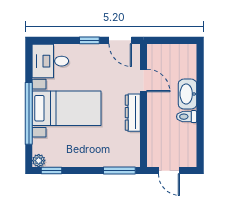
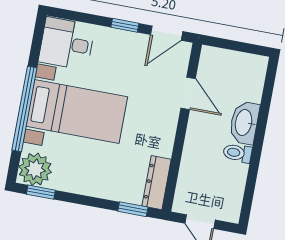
door: (120, 40) -> (167, 33), hinge flipped
dresser: (133, 113) -> (157, 183), moved
plant: (39, 161) -> (35, 169), width x1.88, depth x1.88
window: (119, 171) -> (133, 209), width x0.67

